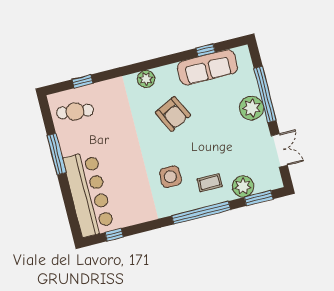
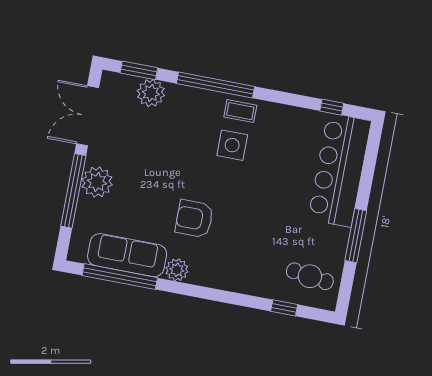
window: (206, 50) -> (120, 277), width x3.17
plant: (146, 79) -> (177, 270), moved
armchair: (173, 114) -> (194, 219), turned -64
double door: (279, 150) -> (88, 116), width x1.37
coffee table: (210, 183) -> (240, 111), moved

